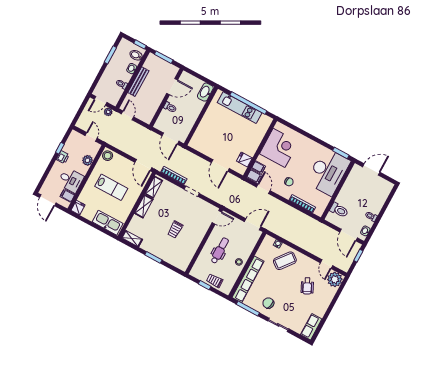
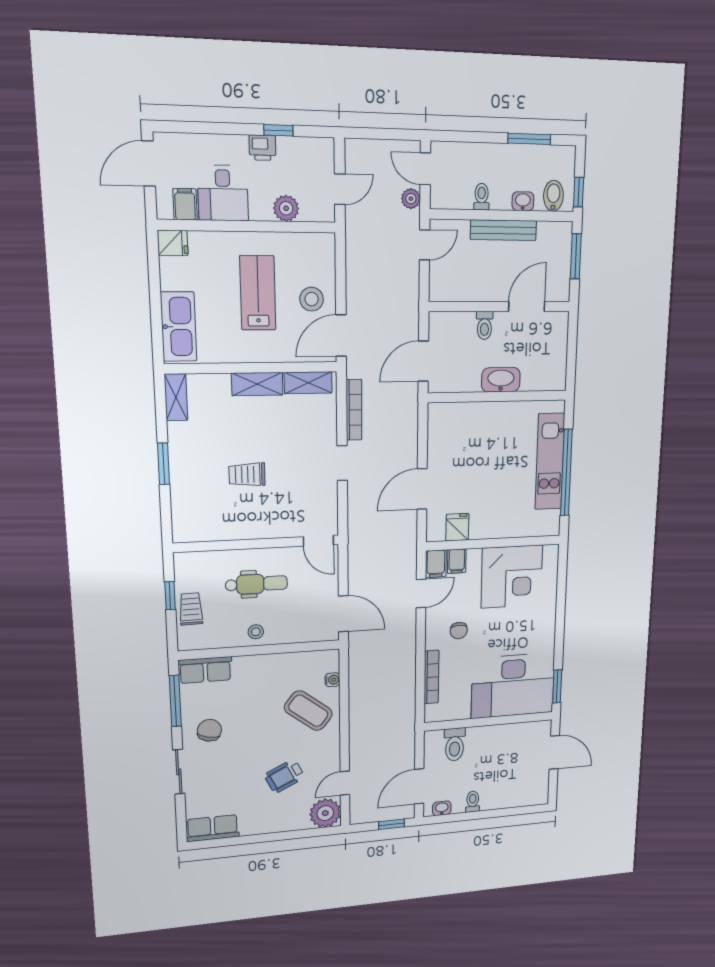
door: (172, 87) -> (527, 306), swing flipped
washbasin: (205, 92) -> (501, 380), moved
stool: (108, 156) -> (312, 299), moved
lab bench: (111, 187) -> (258, 293), turned 180
row of seats: (248, 279) -> (205, 670), width x0.50

